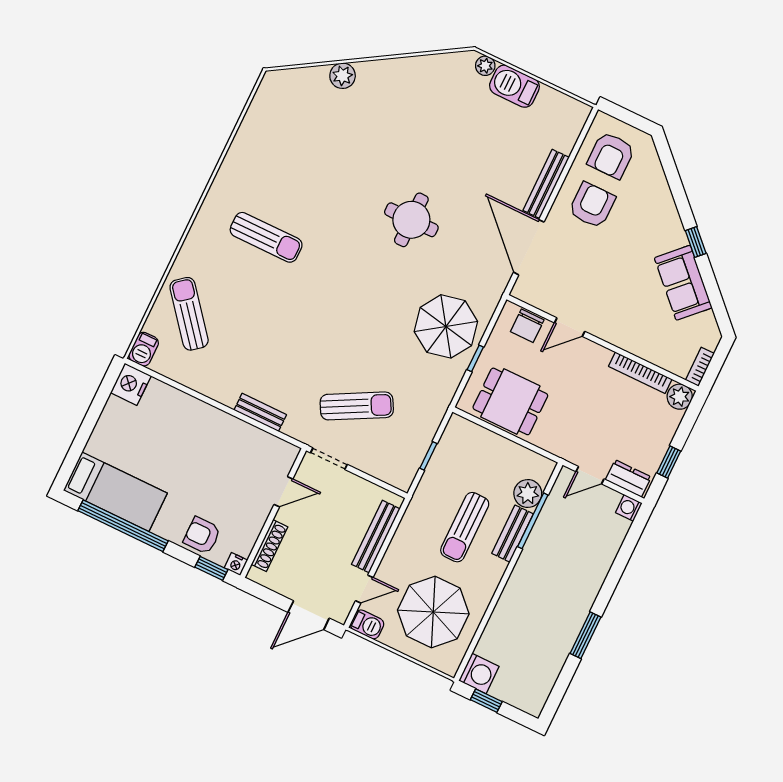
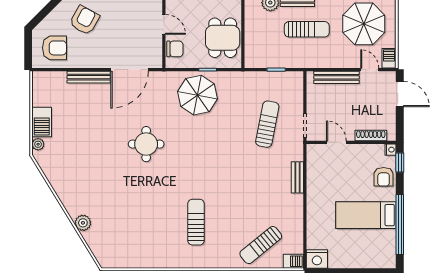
armchair: (592, 205) -> (84, 20), moved, turned 119
sun lounger: (357, 406) -> (267, 124), turned 39
bed: (115, 492) -> (366, 215), moved, turned -90

